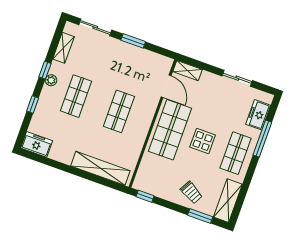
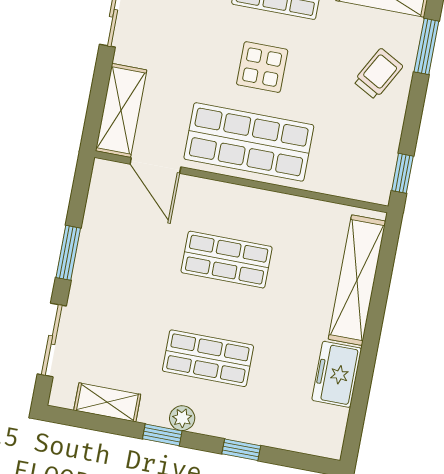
shelving: (187, 71) -> (121, 110), width x1.50, depth x1.33
door: (166, 86) -> (155, 165), swing flipped
freezer: (37, 144) -> (337, 374), moved

